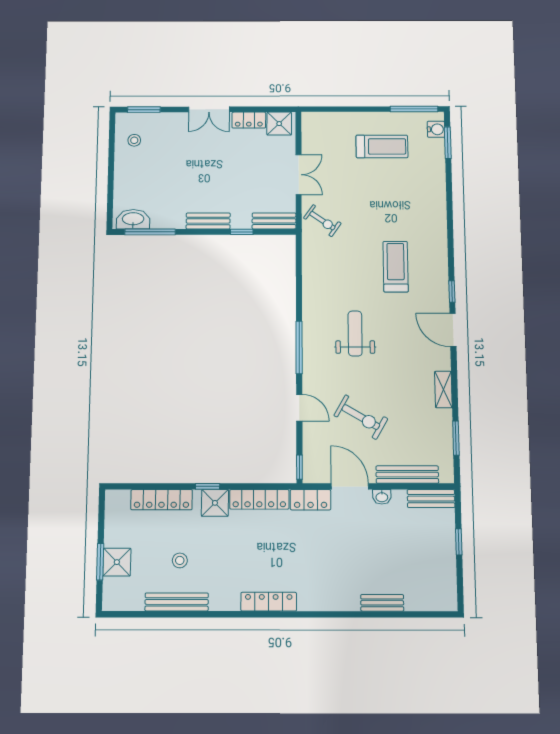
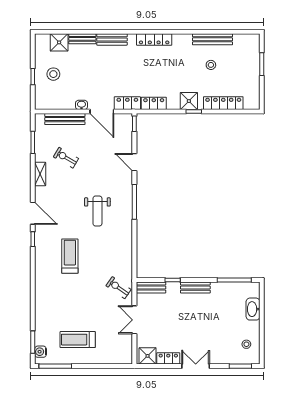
washbasin: (133, 219) -> (253, 309), moved, turned 90
treadmill: (396, 267) -> (70, 256), turned 180
exercise bike: (361, 417) -> (66, 158), moved, width x0.73, depth x0.72
locker: (259, 499) -> (154, 103), width x0.66
bench: (431, 499) -> (112, 39), moved
stool: (427, 546) -> (53, 74), added
shower: (117, 562) -> (59, 42), moved

